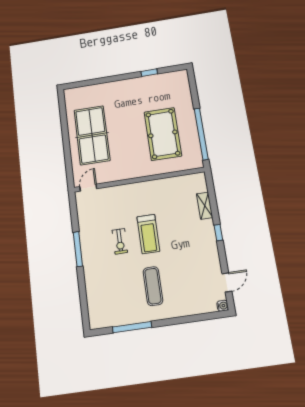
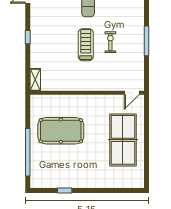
pool table: (163, 134) -> (61, 131), turned 90
window: (201, 134) -> (28, 152), moved
shelving: (205, 206) -> (35, 80), moved

